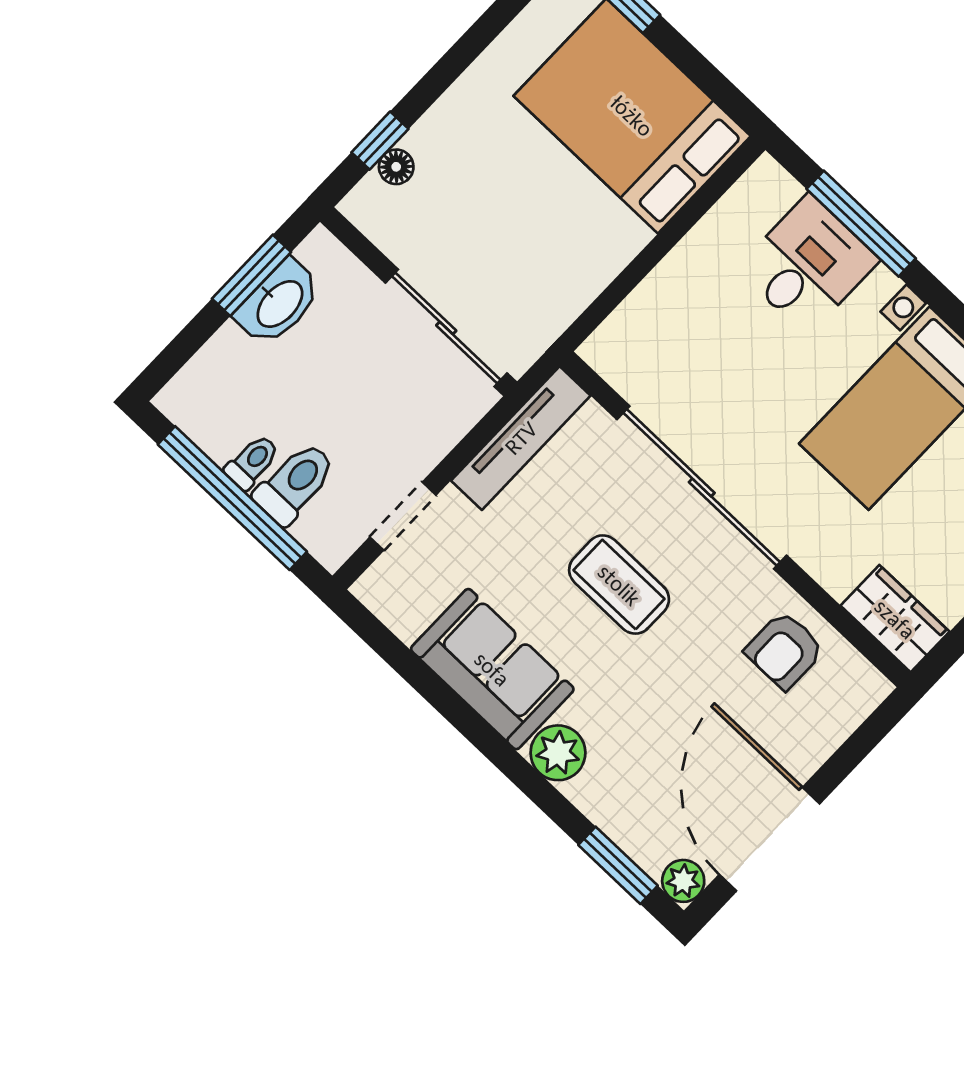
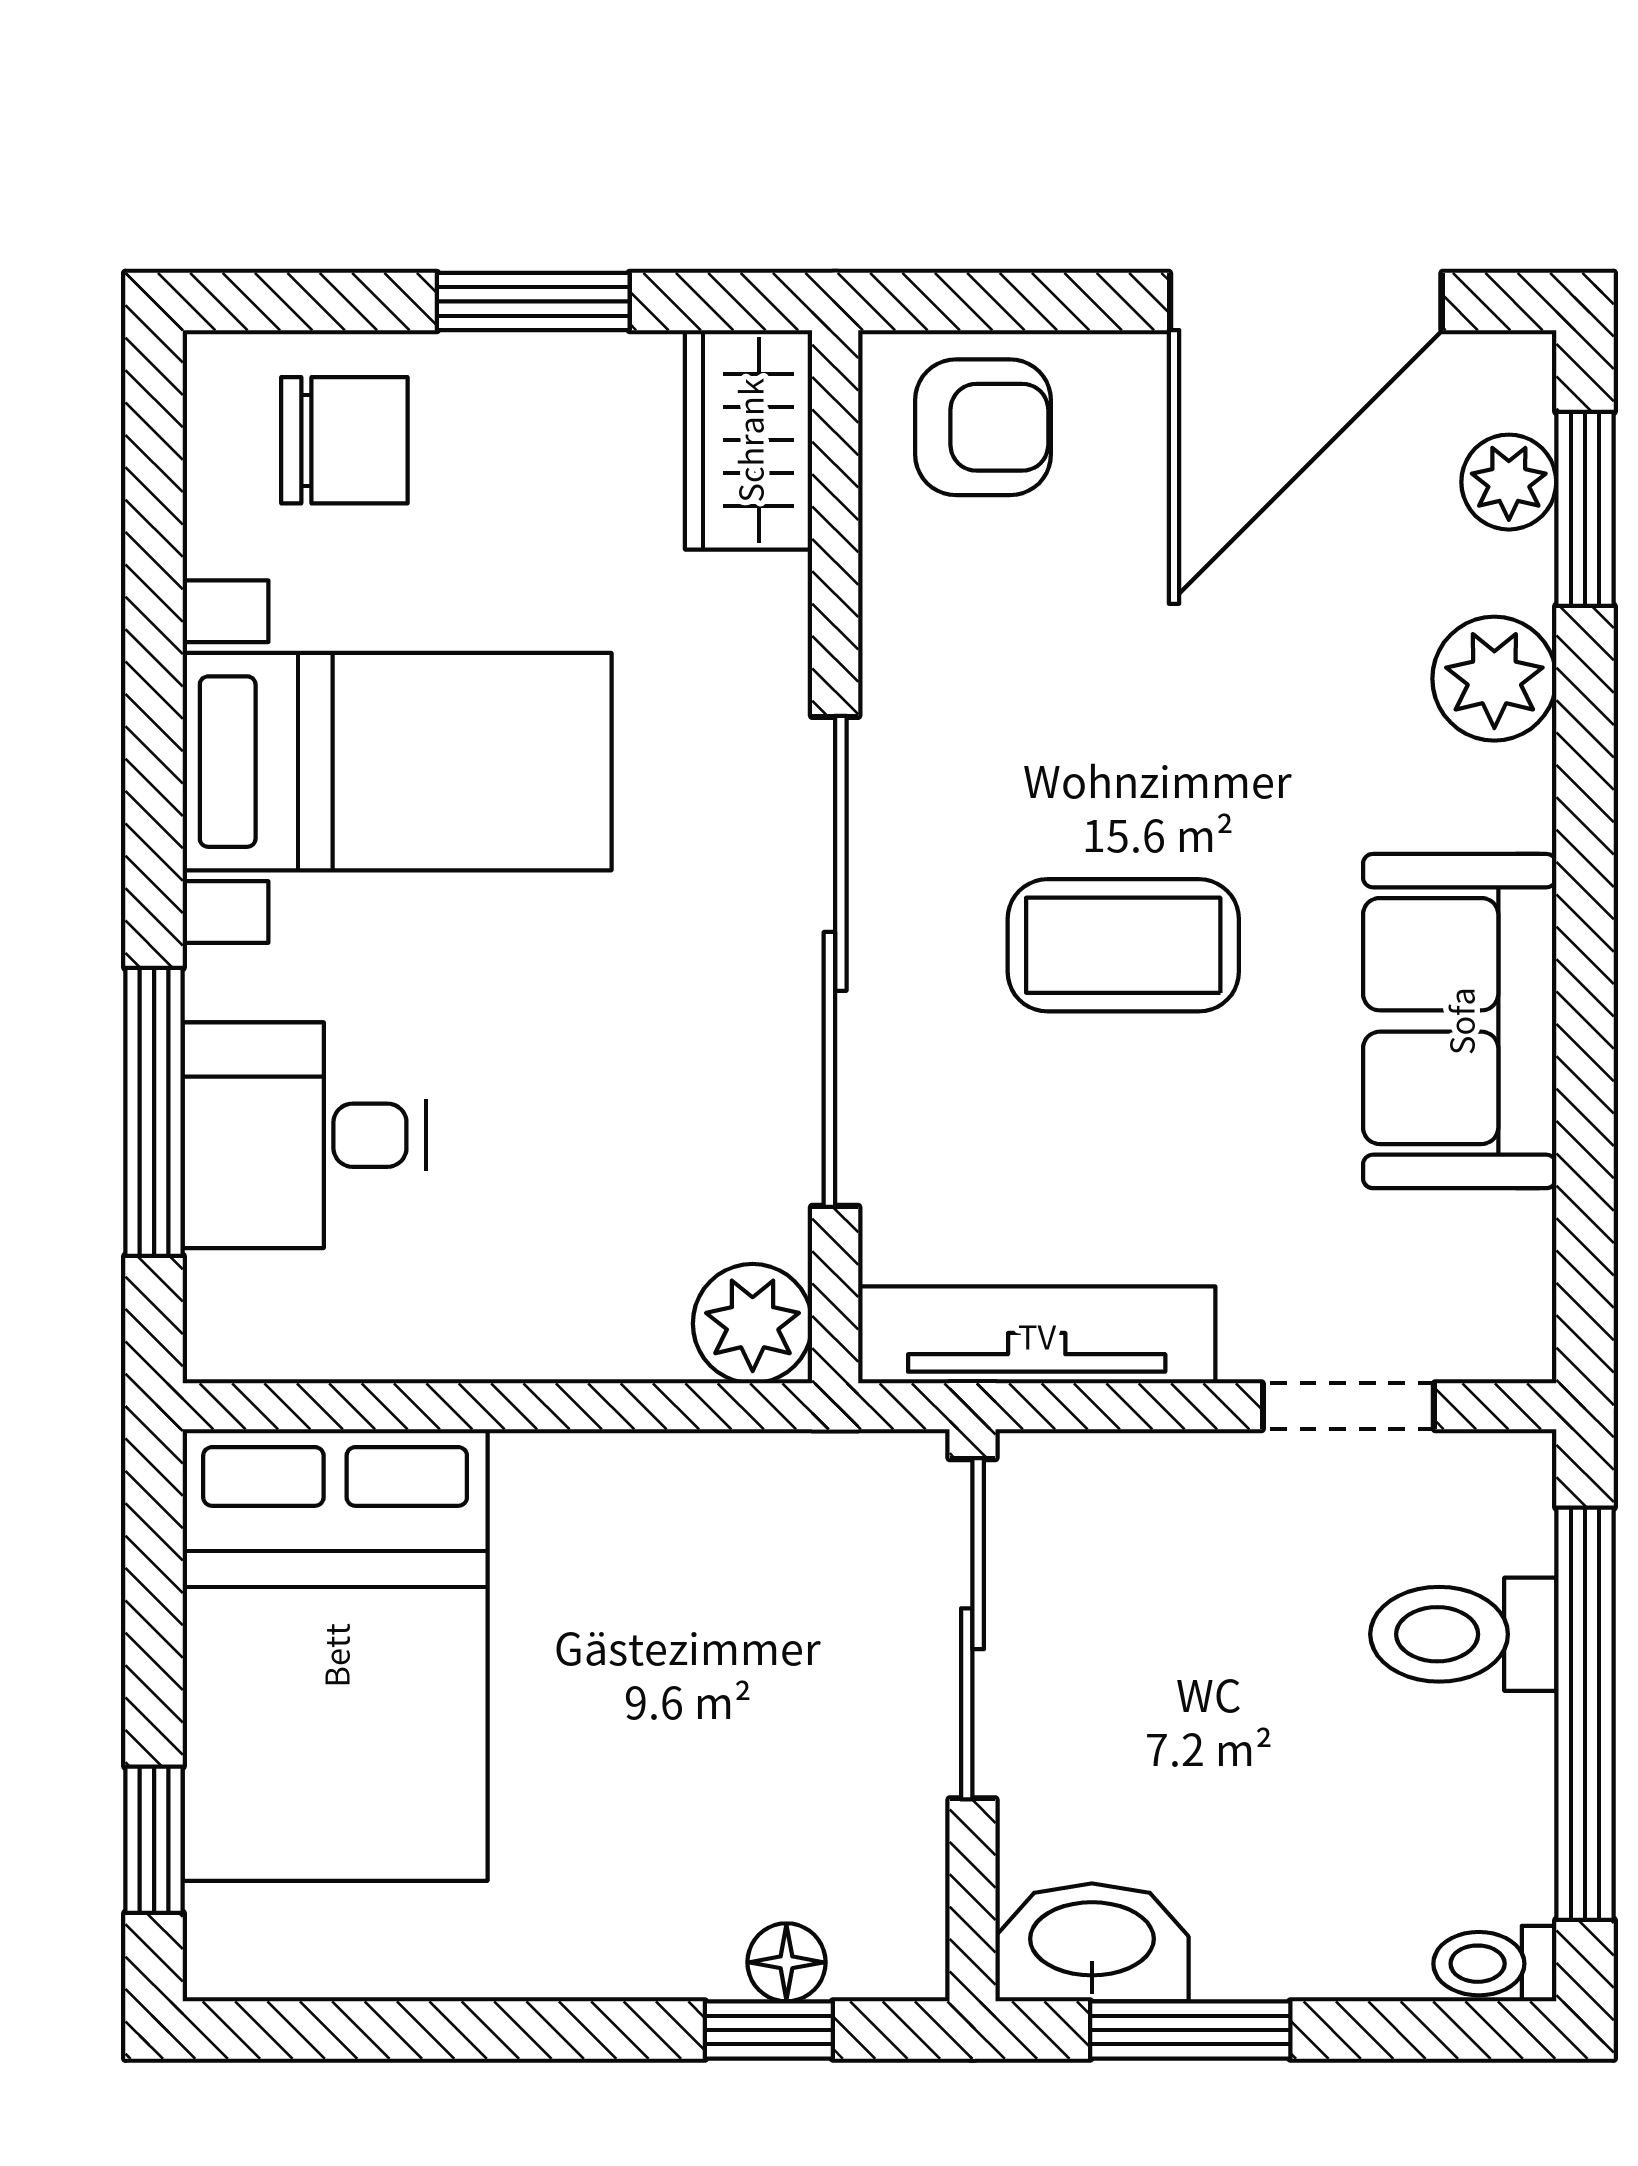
washbasin: (279, 303) -> (1092, 1942), moved
plant: (611, 351) -> (753, 1324), added
toilet: (252, 462) -> (1495, 1964), moved
coffee table: (619, 585) -> (1123, 945), turned 90
armchair: (785, 650) -> (983, 427), moved
plant: (558, 753) -> (1494, 679), moved
plant: (683, 881) -> (1509, 482), moved

